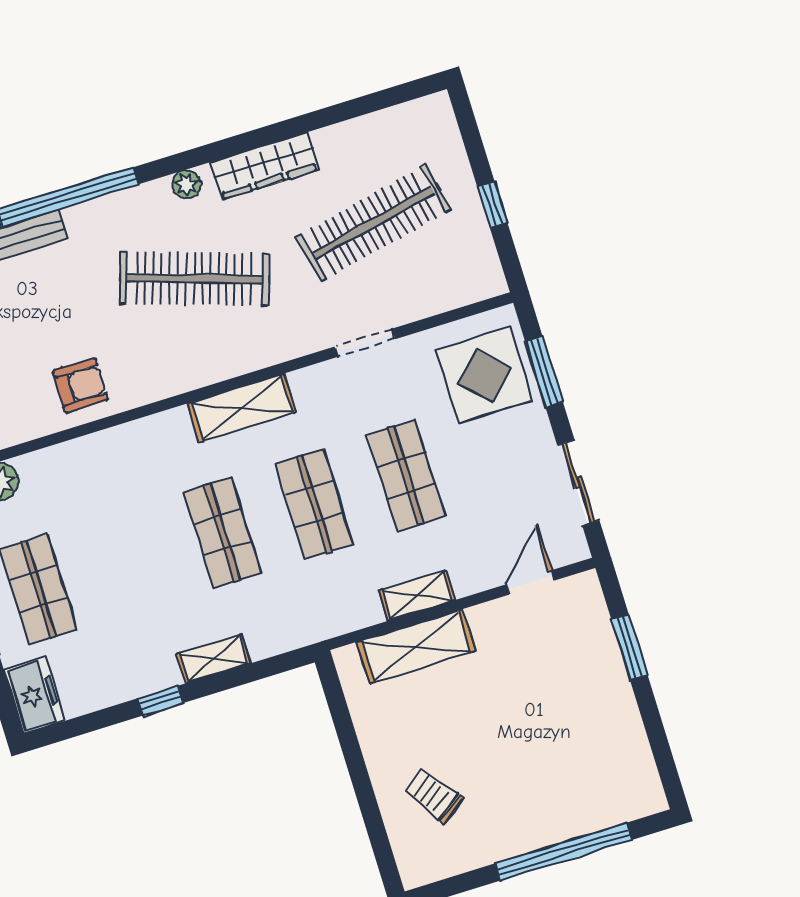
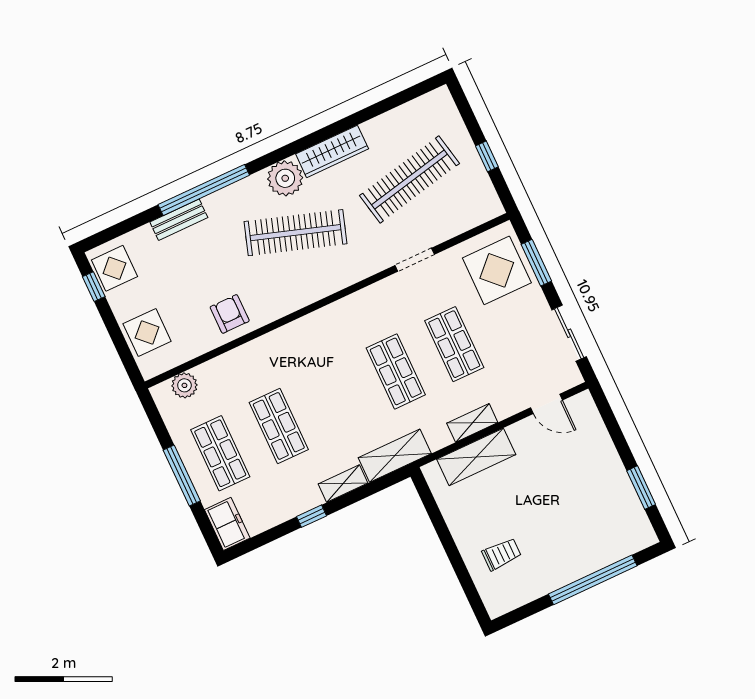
plant: (186, 184) -> (285, 178), width x1.87, depth x1.87
armchair: (81, 385) -> (230, 314), turned -90
shelving: (242, 408) -> (395, 456), moved
shop shelf: (222, 532) -> (279, 426), moved
door: (530, 582) -> (546, 404), swing flipped
window: (629, 647) -> (641, 488), moved
trolley: (434, 795) -> (502, 554), turned 125

